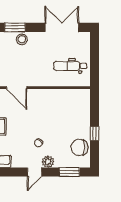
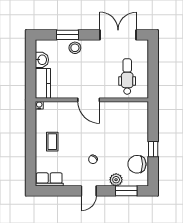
dental chair: (70, 66) -> (127, 77), turned 90
door: (17, 88) -> (89, 100), moved
plant: (48, 162) -> (116, 180), moved

